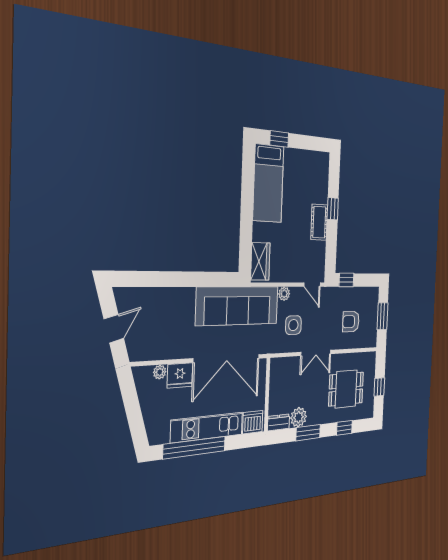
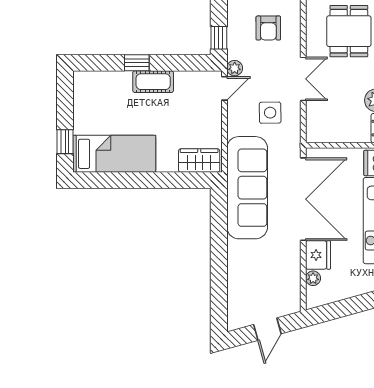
plant: (284, 294) -> (235, 68), moved
door: (114, 329) -> (267, 329), swing flipped

